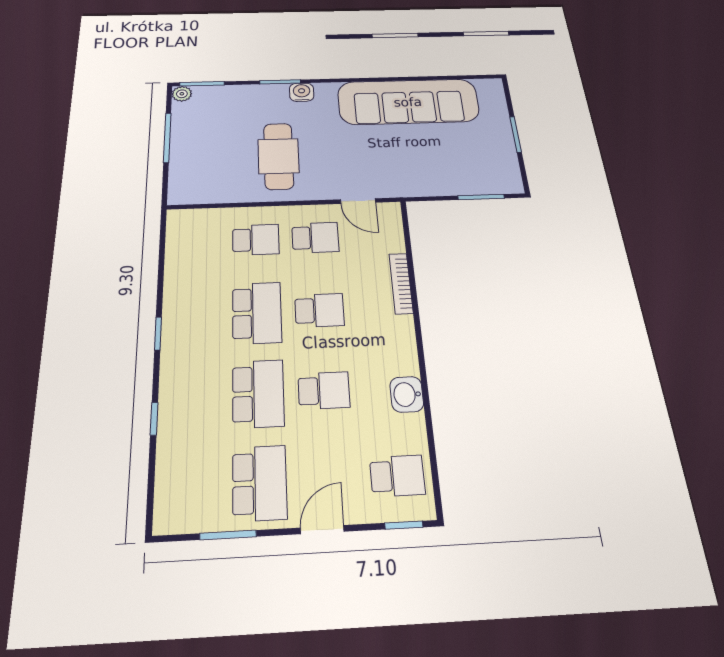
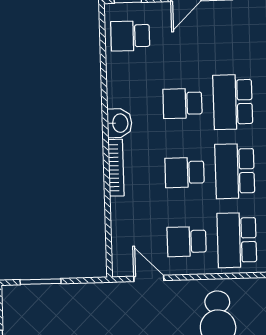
school desk: (256, 240) -> (237, 240), width x1.85
bookcase: (401, 283) -> (116, 168), moved
washbasin: (407, 394) -> (120, 123), moved
school desk: (259, 483) -> (231, 33), removed

